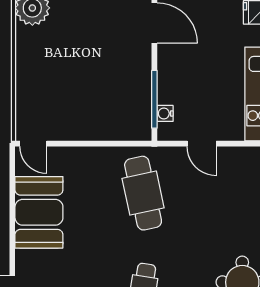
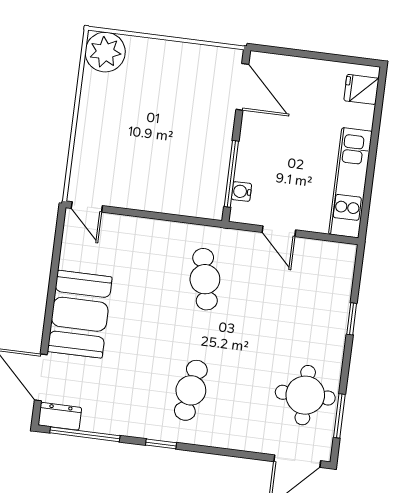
cafe table: (143, 193) -> (205, 279), width x0.73, depth x0.74
booth: (39, 212) -> (80, 314), moved

